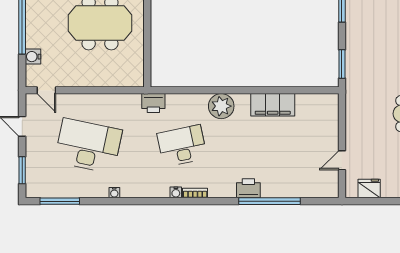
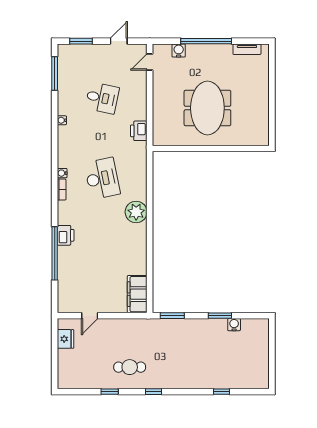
printer: (153, 103) -> (139, 131), moved
filing cabinet: (273, 105) -> (137, 294), moved
desk: (88, 146) -> (102, 98), width x0.53, depth x0.77
door: (342, 160) -> (90, 316), swing flipped

